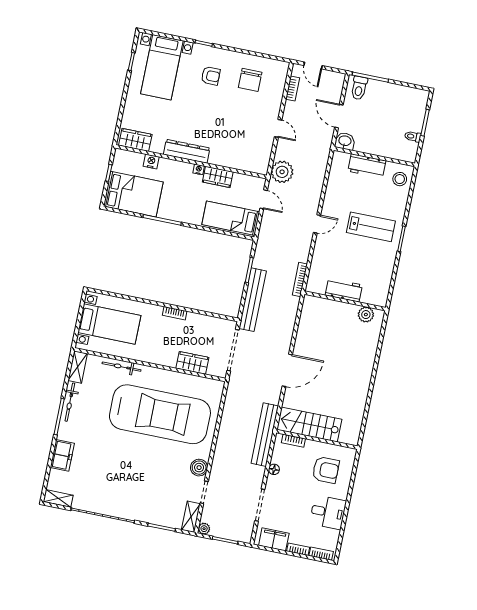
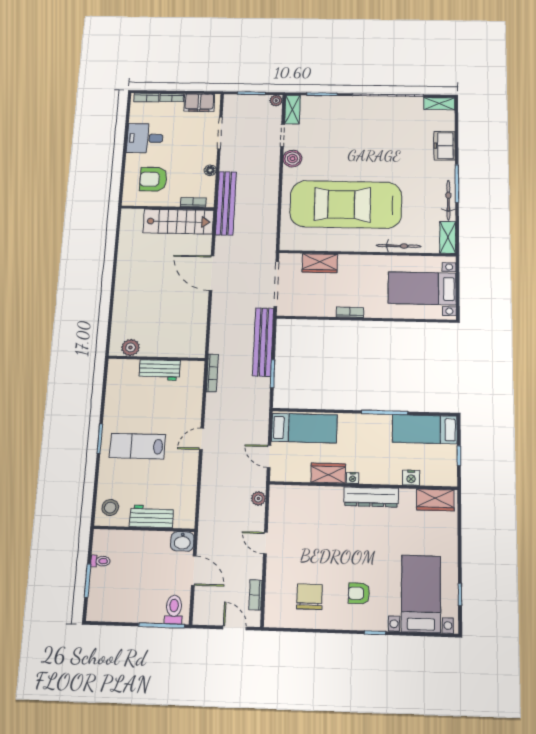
plant: (282, 172) -> (258, 498), width x0.53, depth x0.53
bed: (133, 194) -> (425, 429), width x0.67
door: (287, 370) -> (211, 273), hinge flipped

